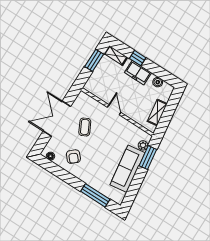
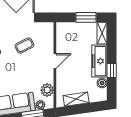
window: (138, 58) -> (112, 71), moved
freezer: (138, 73) -> (99, 61), width x1.40
plant: (134, 132) -> (47, 90), added

